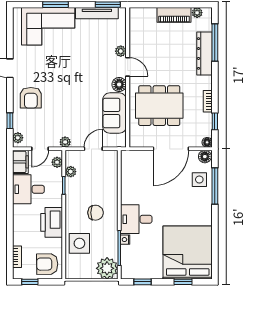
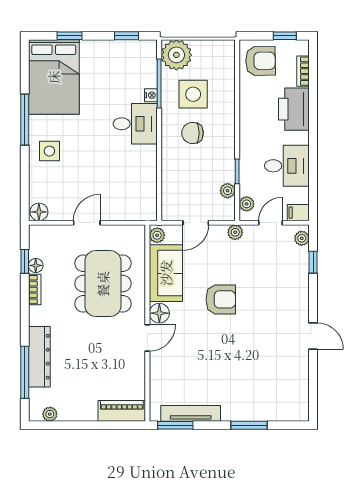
piano: (174, 15) -> (122, 411), moved
corner sofa: (48, 26) -> (259, 395), removed
plant: (121, 51) -> (157, 235), moved
door: (128, 67) -> (147, 338), swing flipped
armchair: (31, 98) -> (221, 299), moved, turned 90
dining table: (159, 106) -> (103, 284), turned 90
floor lamp: (207, 142) -> (36, 265), moved
door: (171, 149) -> (87, 223), width x0.53
filing cabinet: (20, 162) -> (298, 213), width x0.50
side table: (199, 180) -> (49, 151), moved
window: (215, 186) -> (25, 120), moved
printer: (52, 222) -> (294, 109), moved, turned 180
side table: (79, 243) -> (193, 94), moved
bed: (188, 253) -> (54, 77), width x0.73

